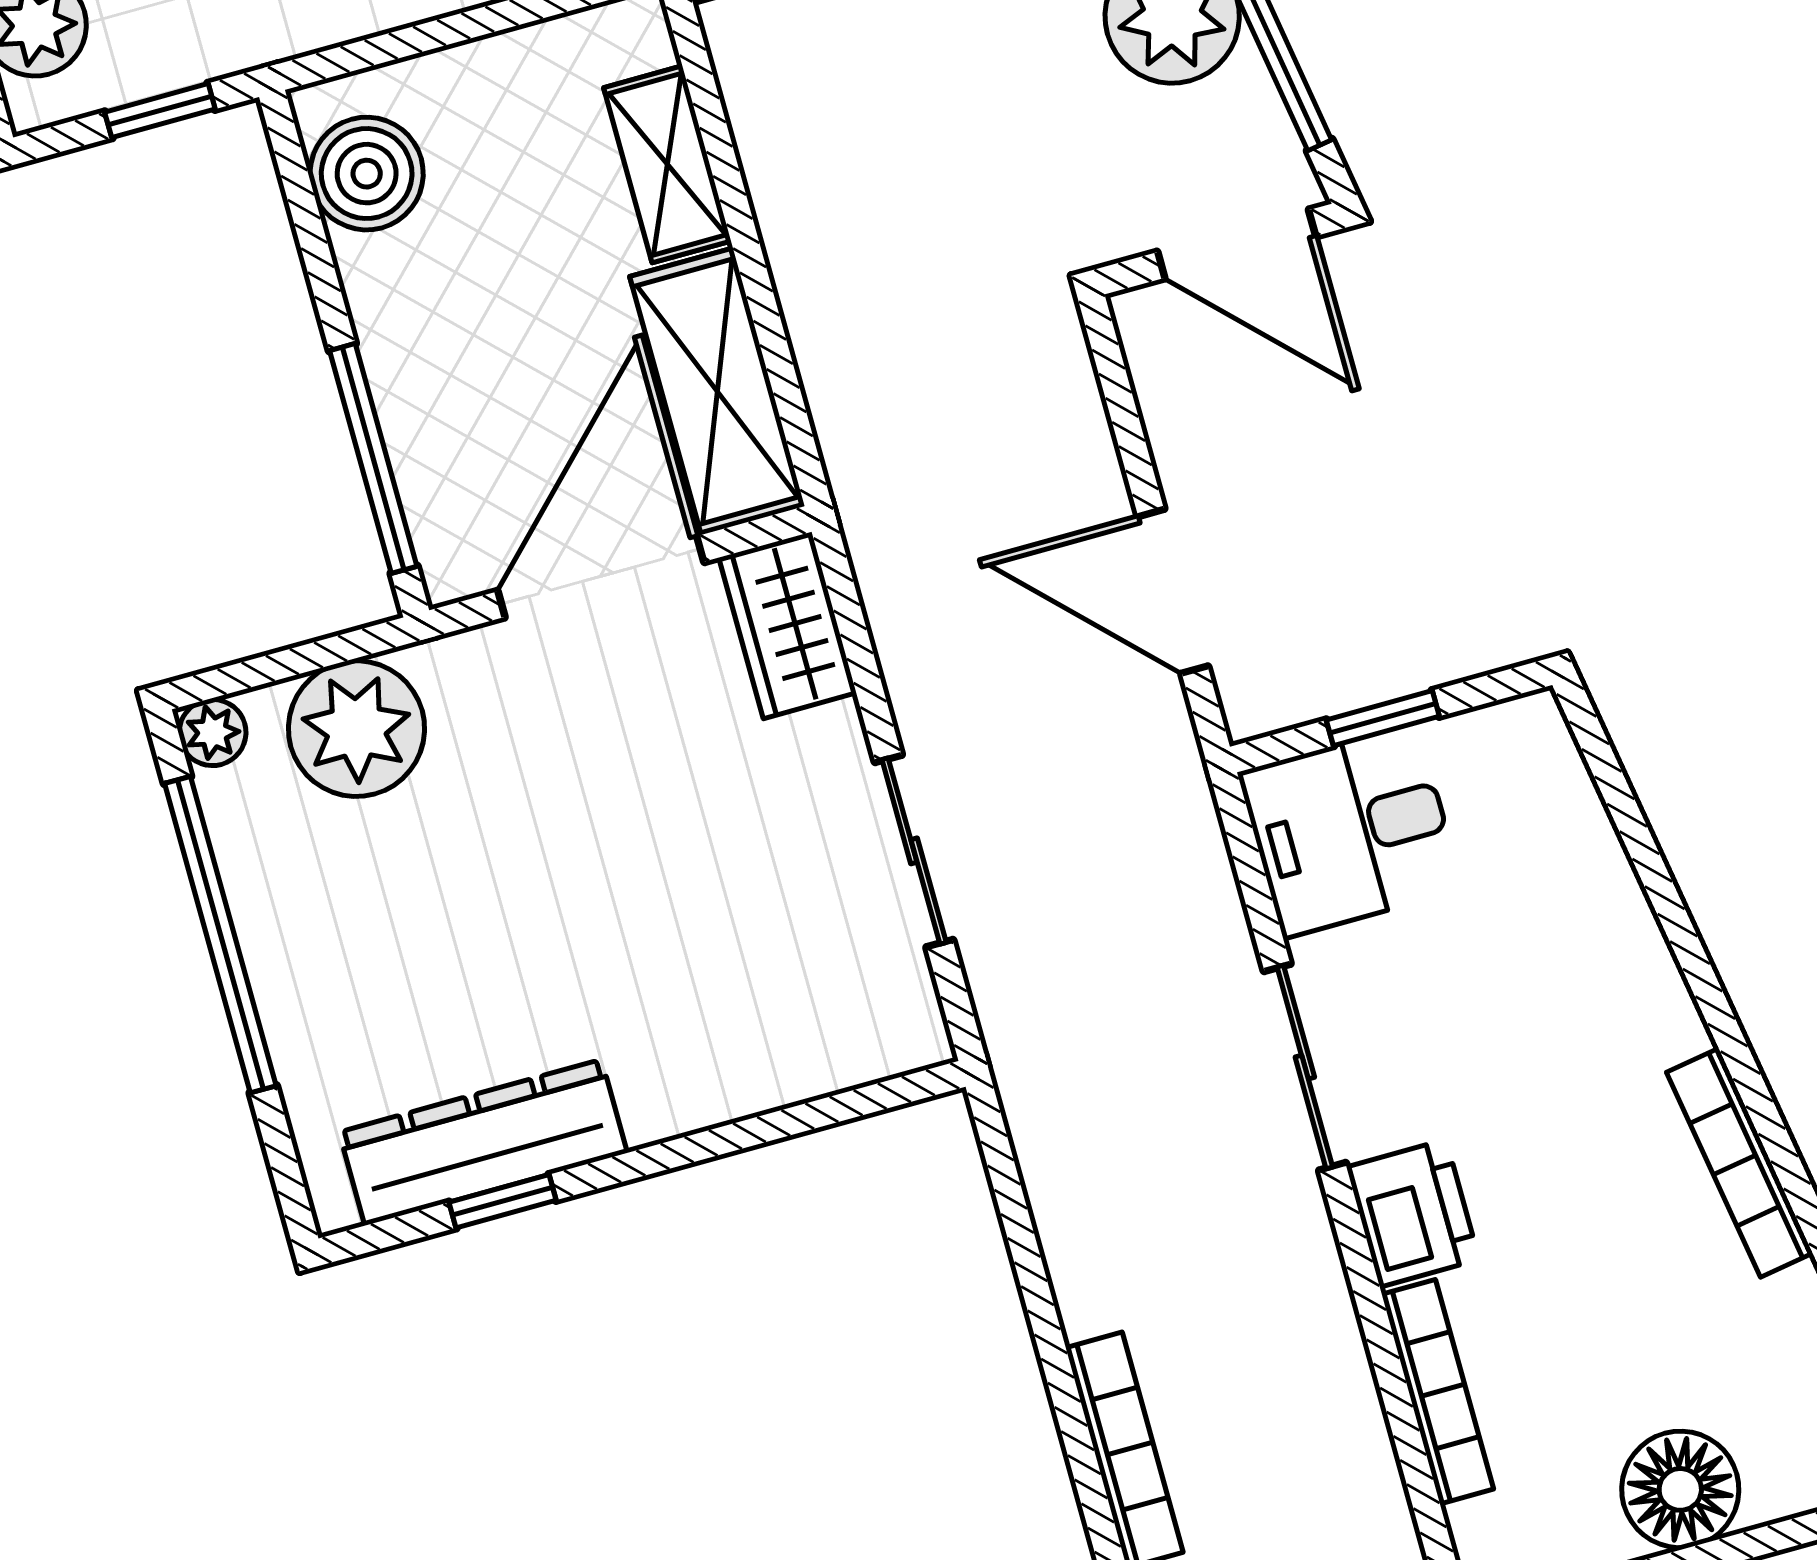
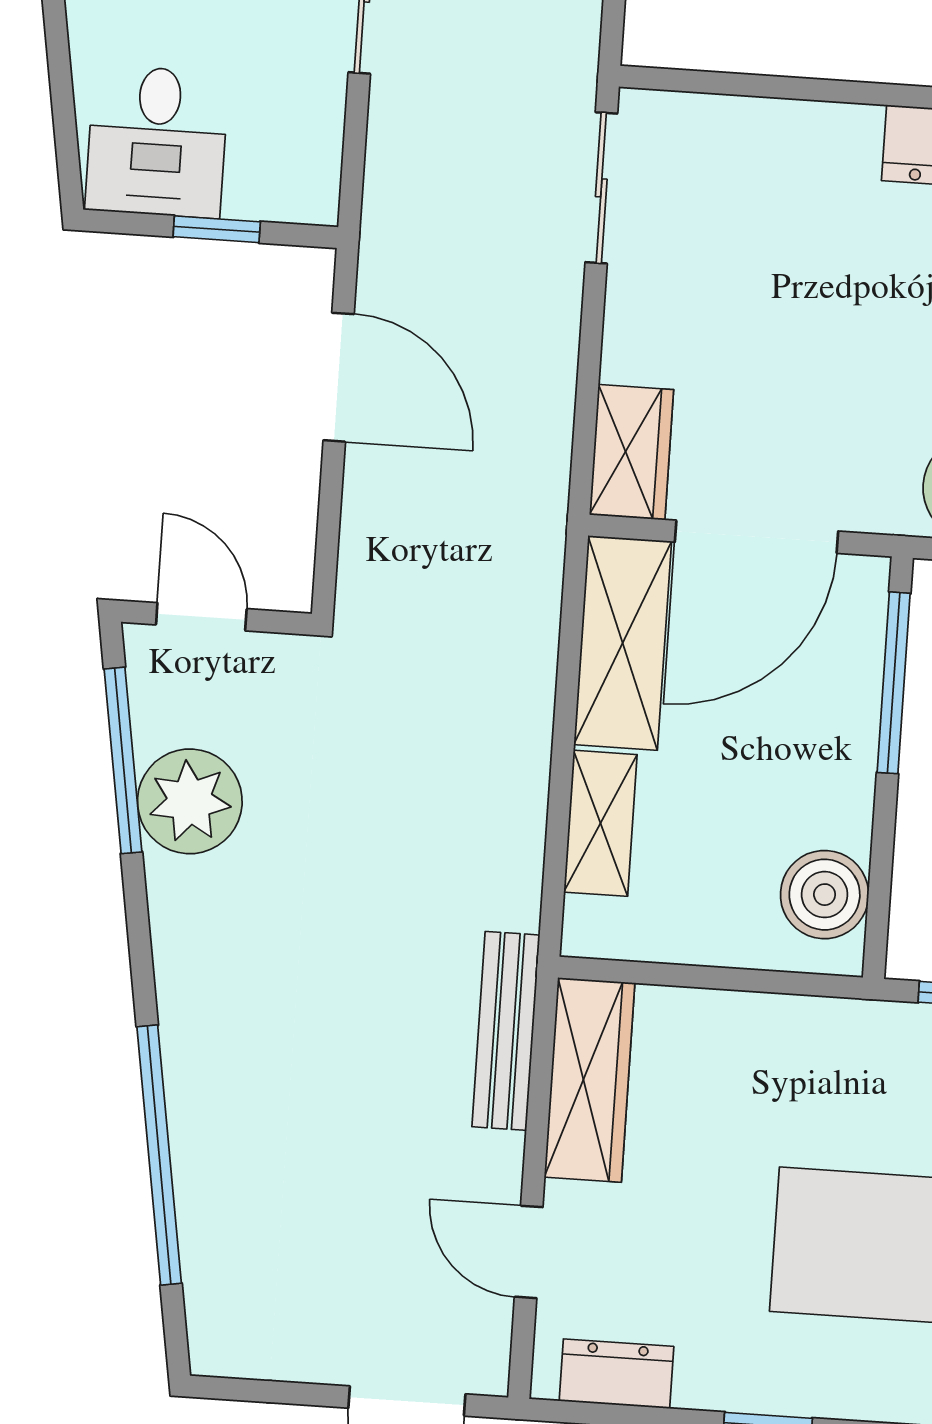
door: (1237, 244) -> (201, 617), width x0.73
desk: (1350, 831) -> (157, 142), moved, turned 90
sliding door: (914, 851) -> (601, 188), moved

